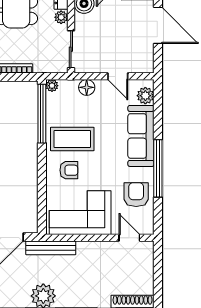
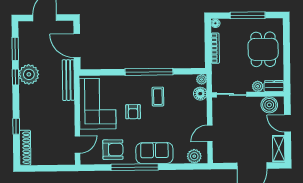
floor lamp: (87, 87) -> (200, 94), moved
window: (42, 114) -> (149, 72), moved
sofa: (141, 136) -> (154, 153), width x0.73
coffee table: (72, 139) -> (158, 97), width x0.54, depth x0.58
armchair: (69, 170) -> (133, 112), moved

